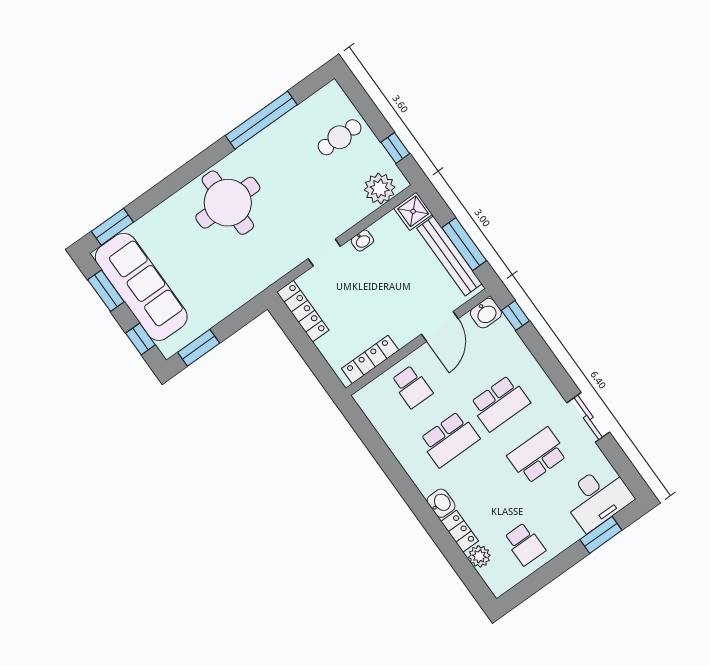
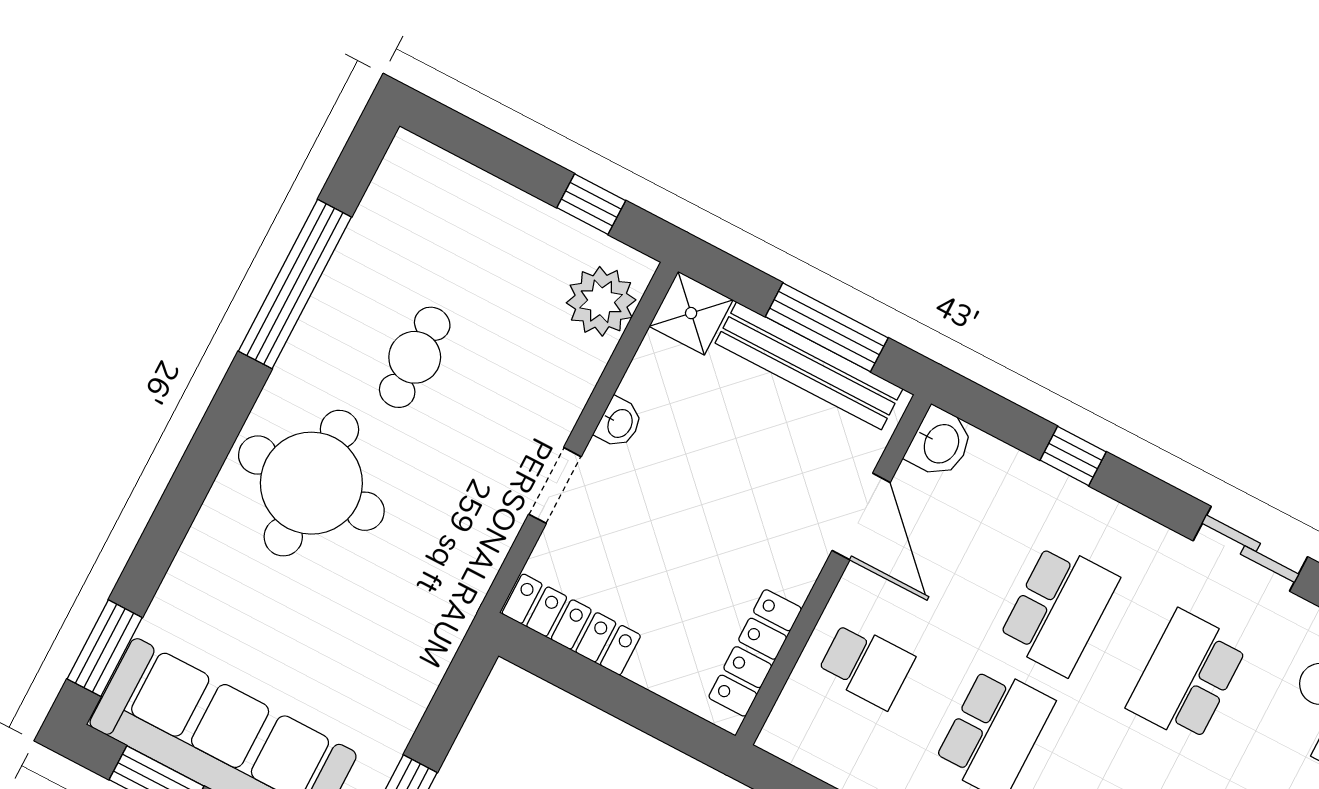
cafe table: (340, 137) -> (415, 357), moved
window: (515, 316) -> (1073, 456), moved

